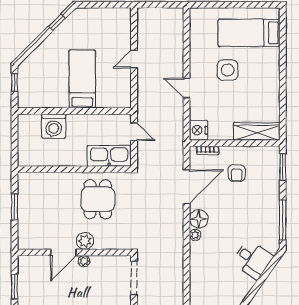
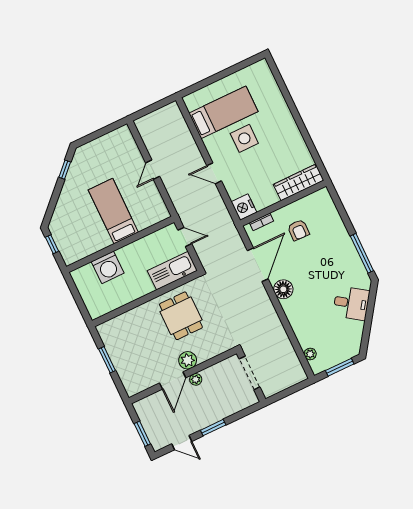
bed: (249, 33) -> (223, 112), moved, turned 180
window: (283, 167) -> (338, 204), removed
plant: (195, 235) -> (310, 354), moved

